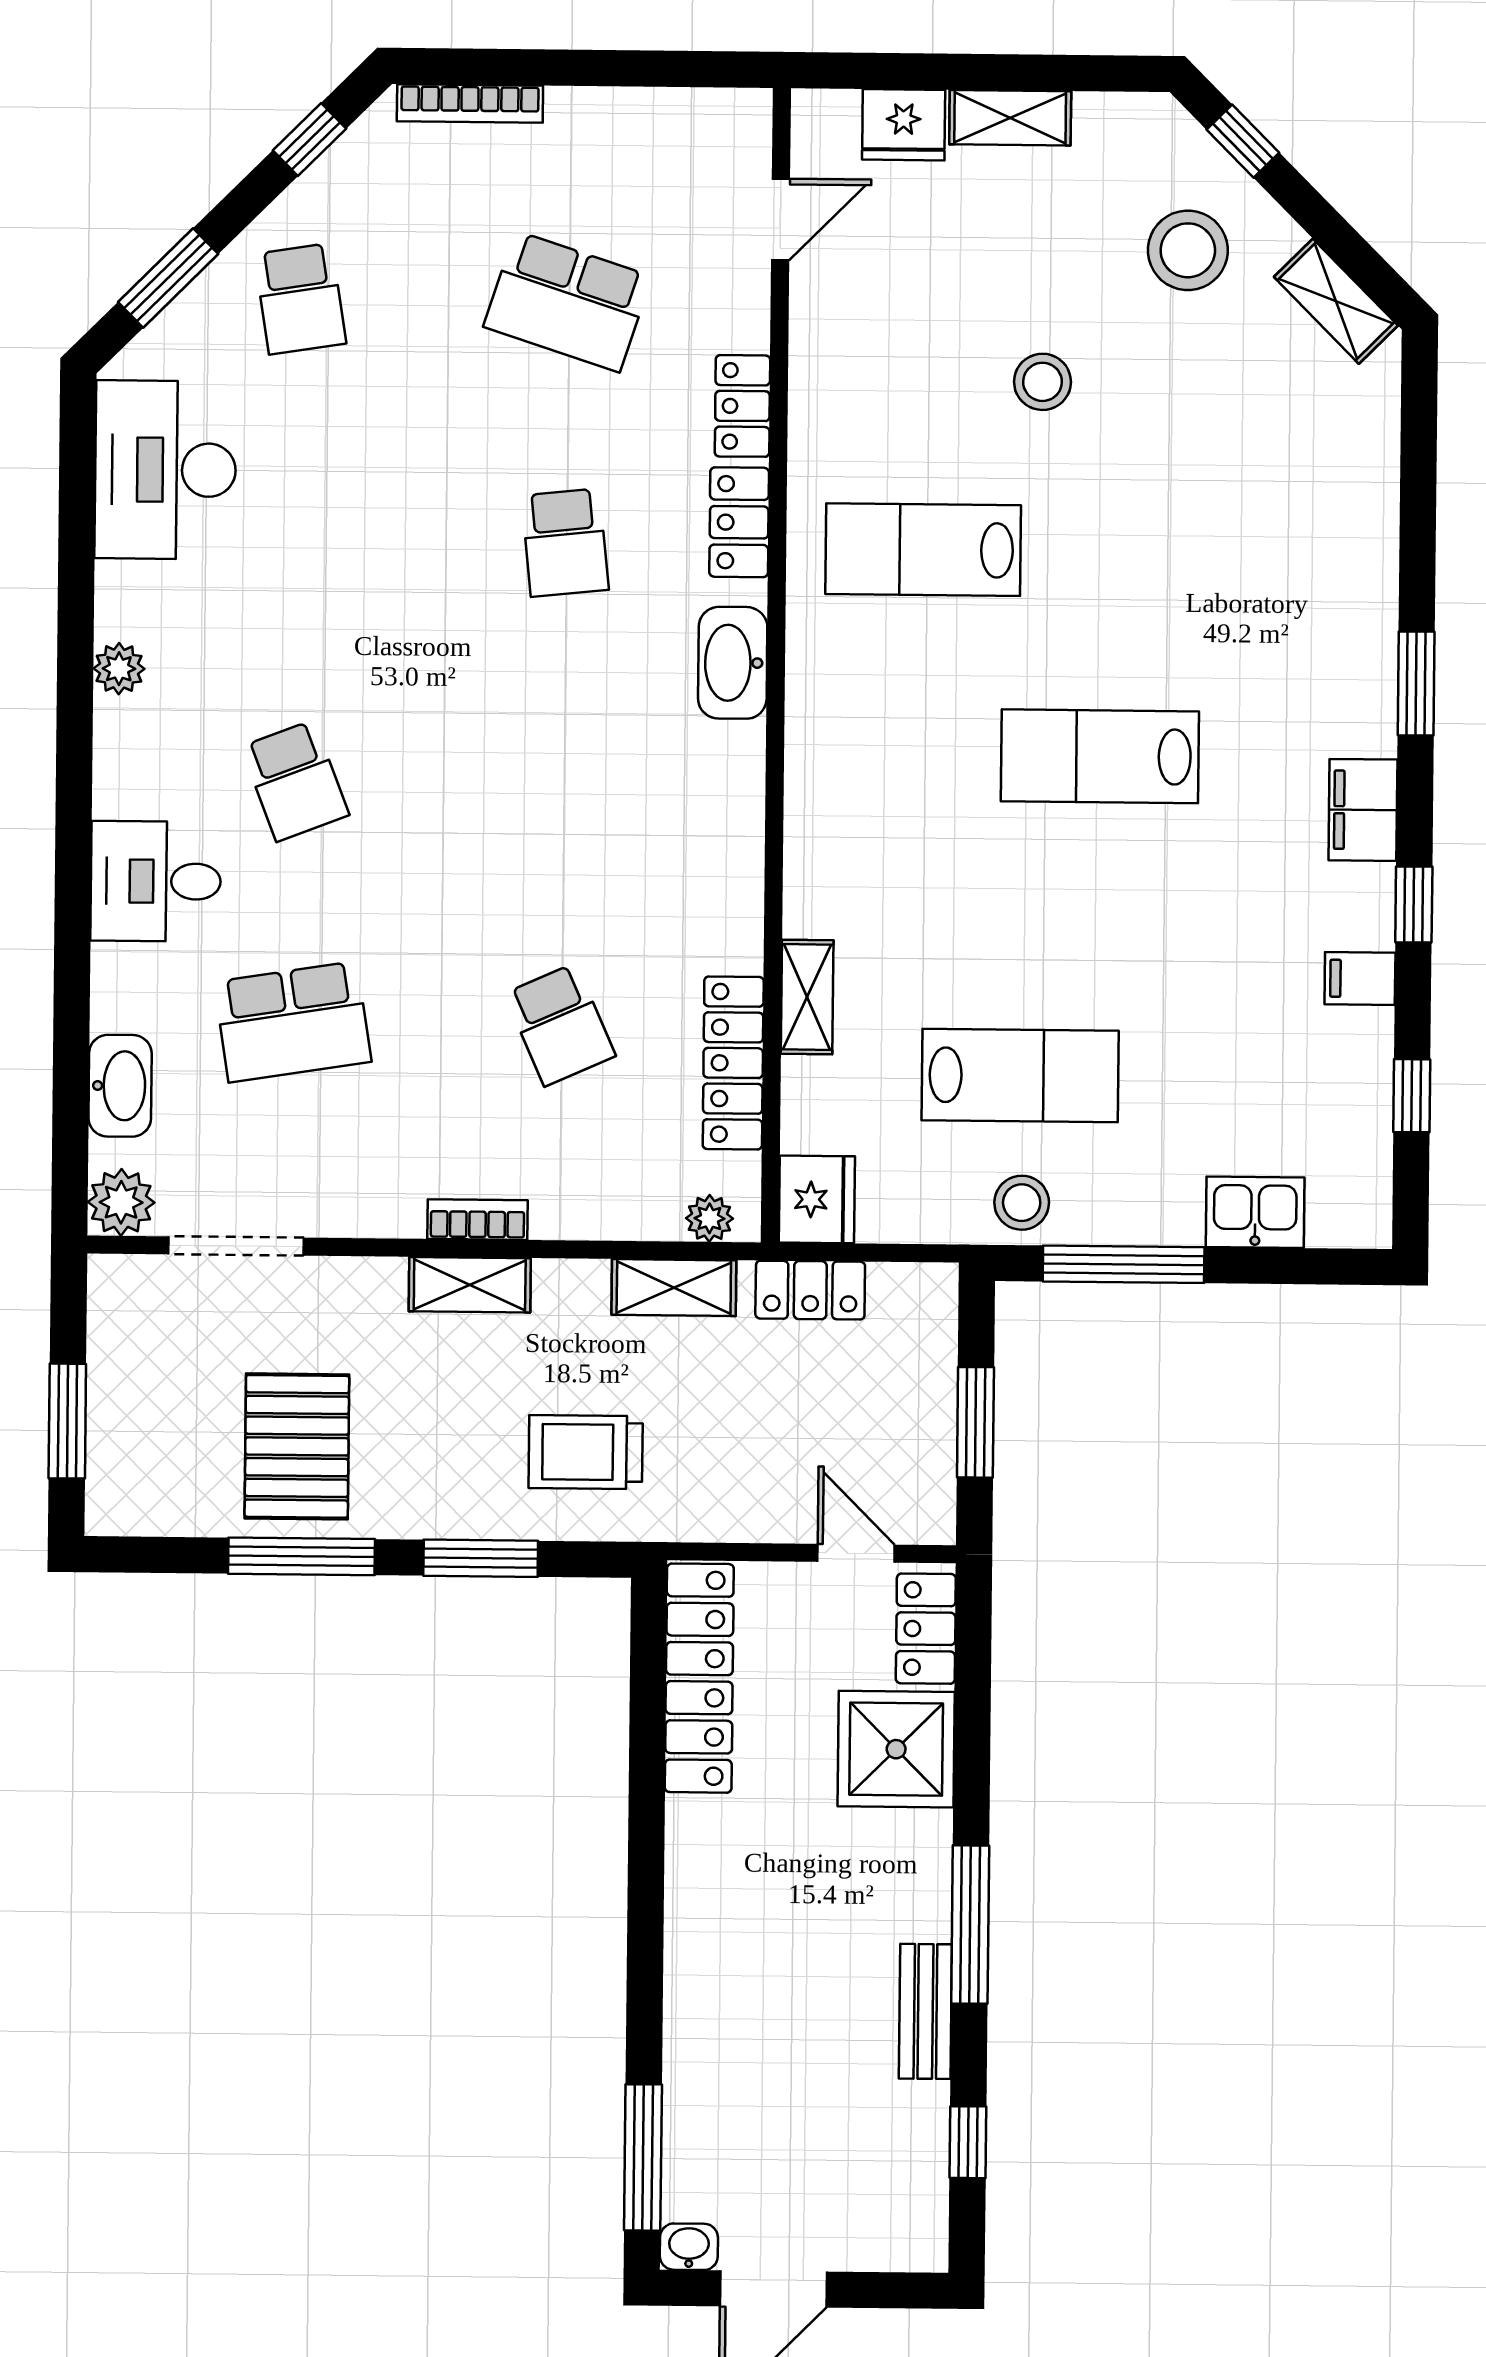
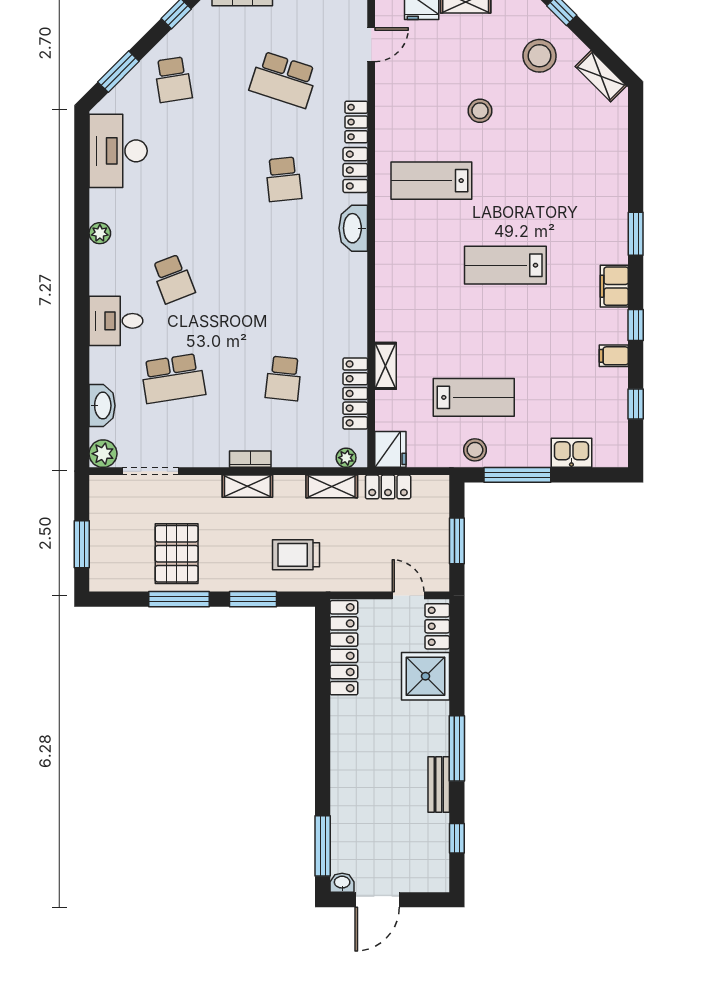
school desk: (560, 1025) -> (284, 378), turned 30

